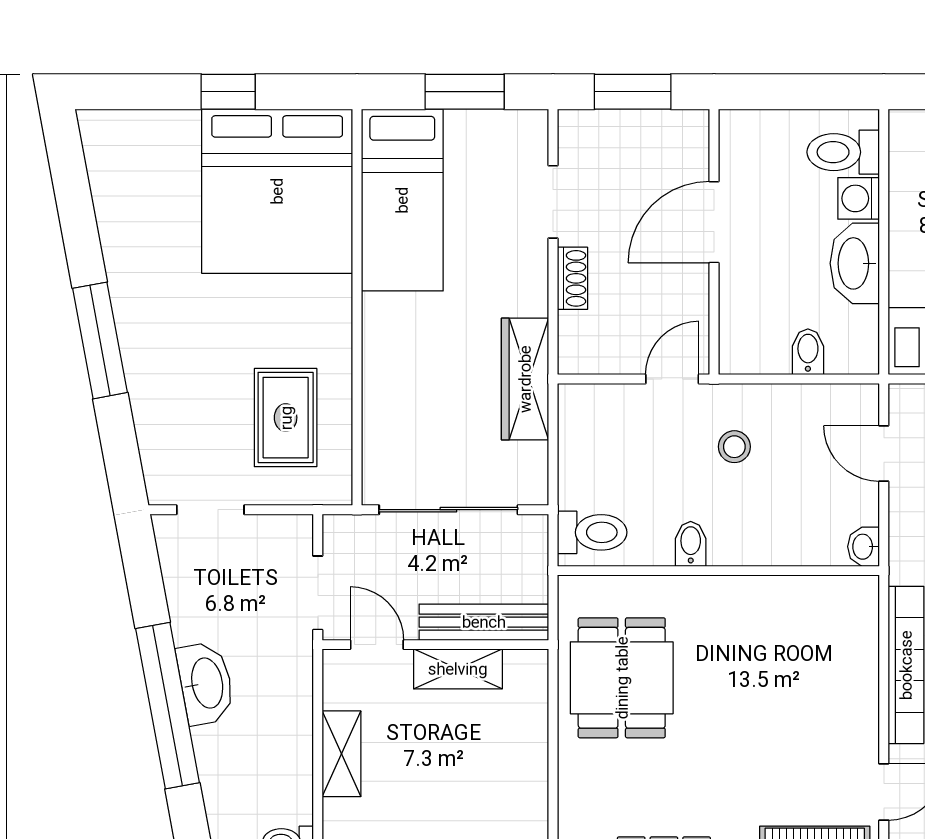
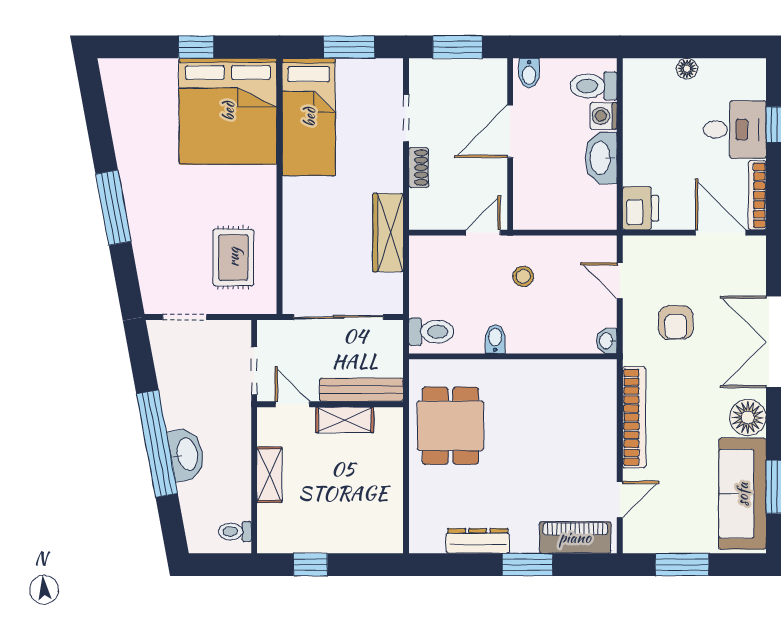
bidet: (808, 352) -> (529, 73), moved, turned 180
washbasin: (206, 683) -> (186, 454), moved

